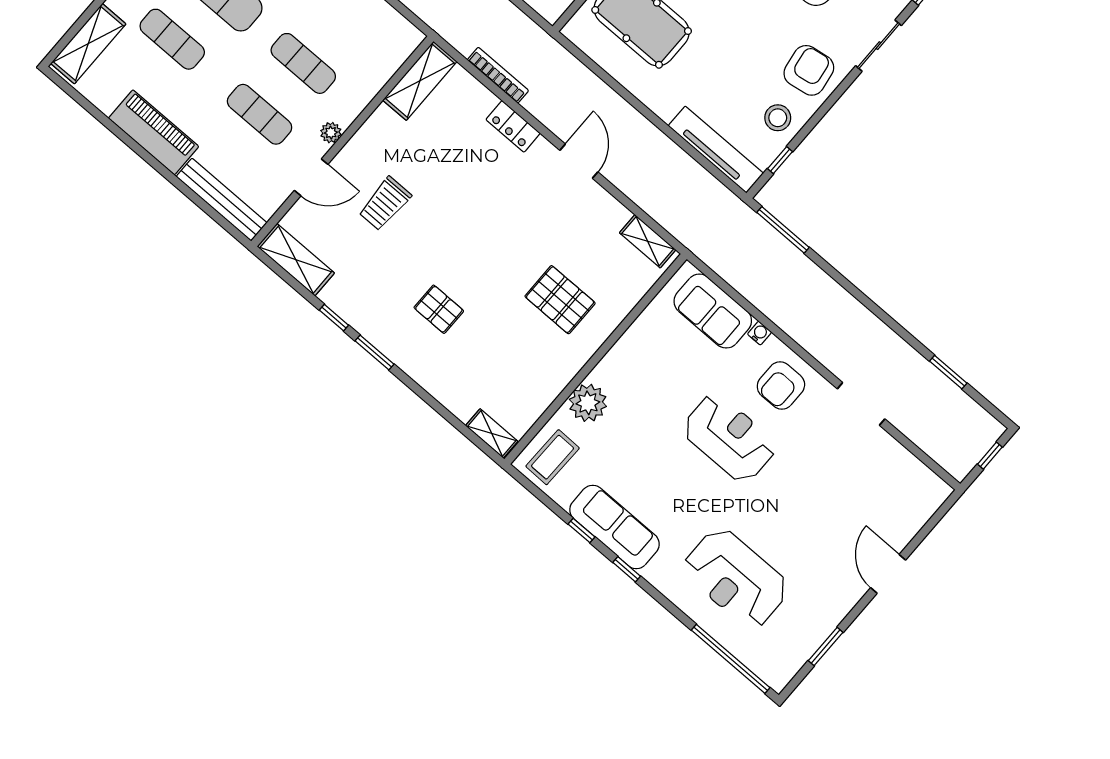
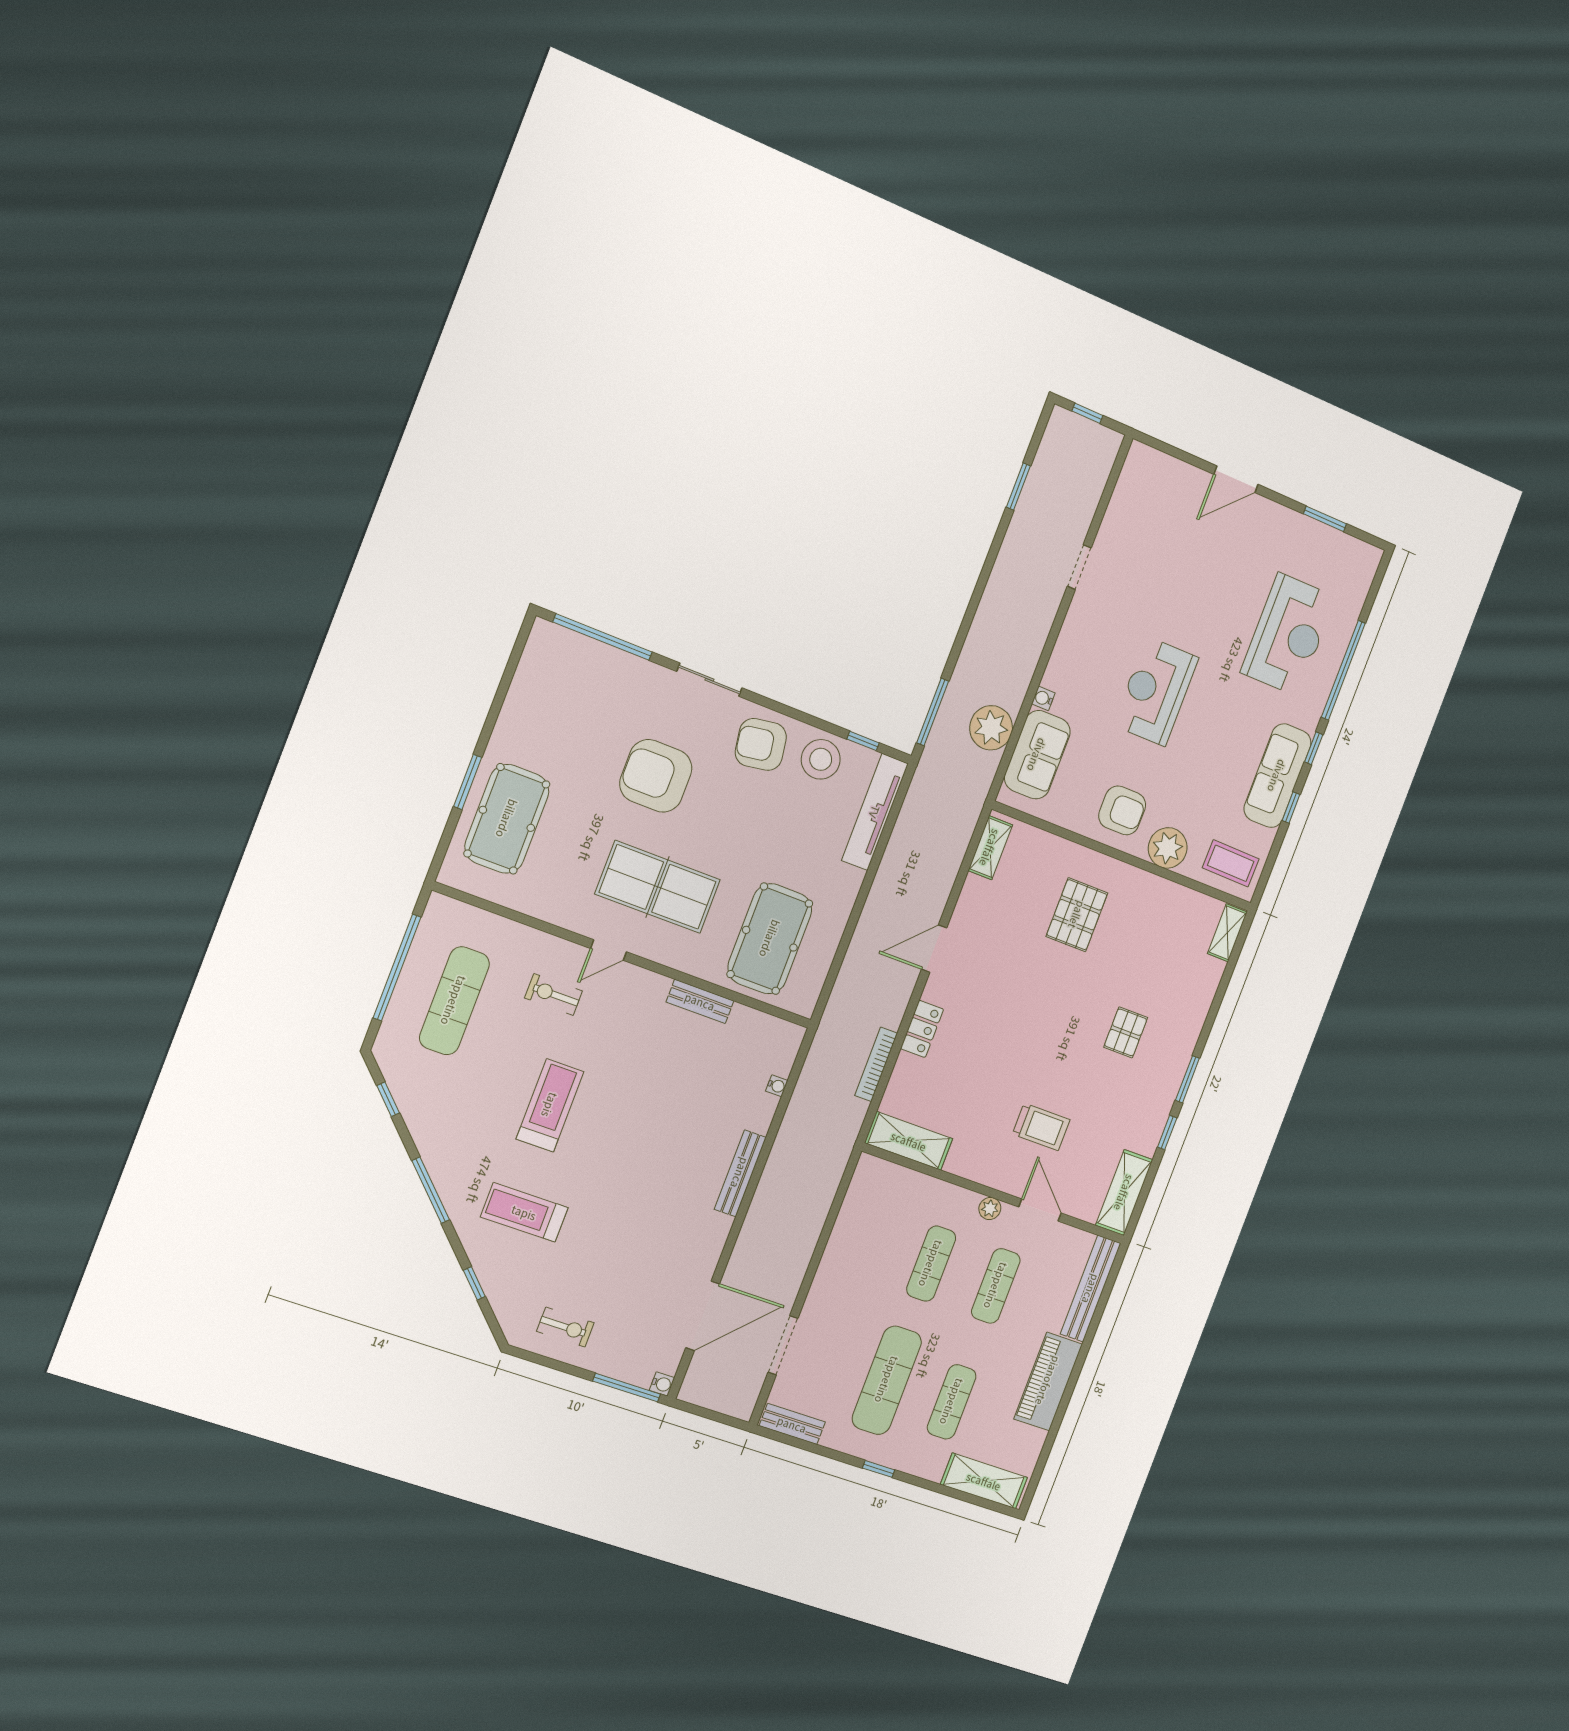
stool: (778, 118) -> (821, 759), width x1.38, depth x1.38
plant: (751, 277) -> (991, 728), added
armchair: (781, 386) -> (1122, 810), moved
doorway: (861, 404) -> (1079, 567), width x0.73
window: (731, 659) -> (1343, 670), moved

